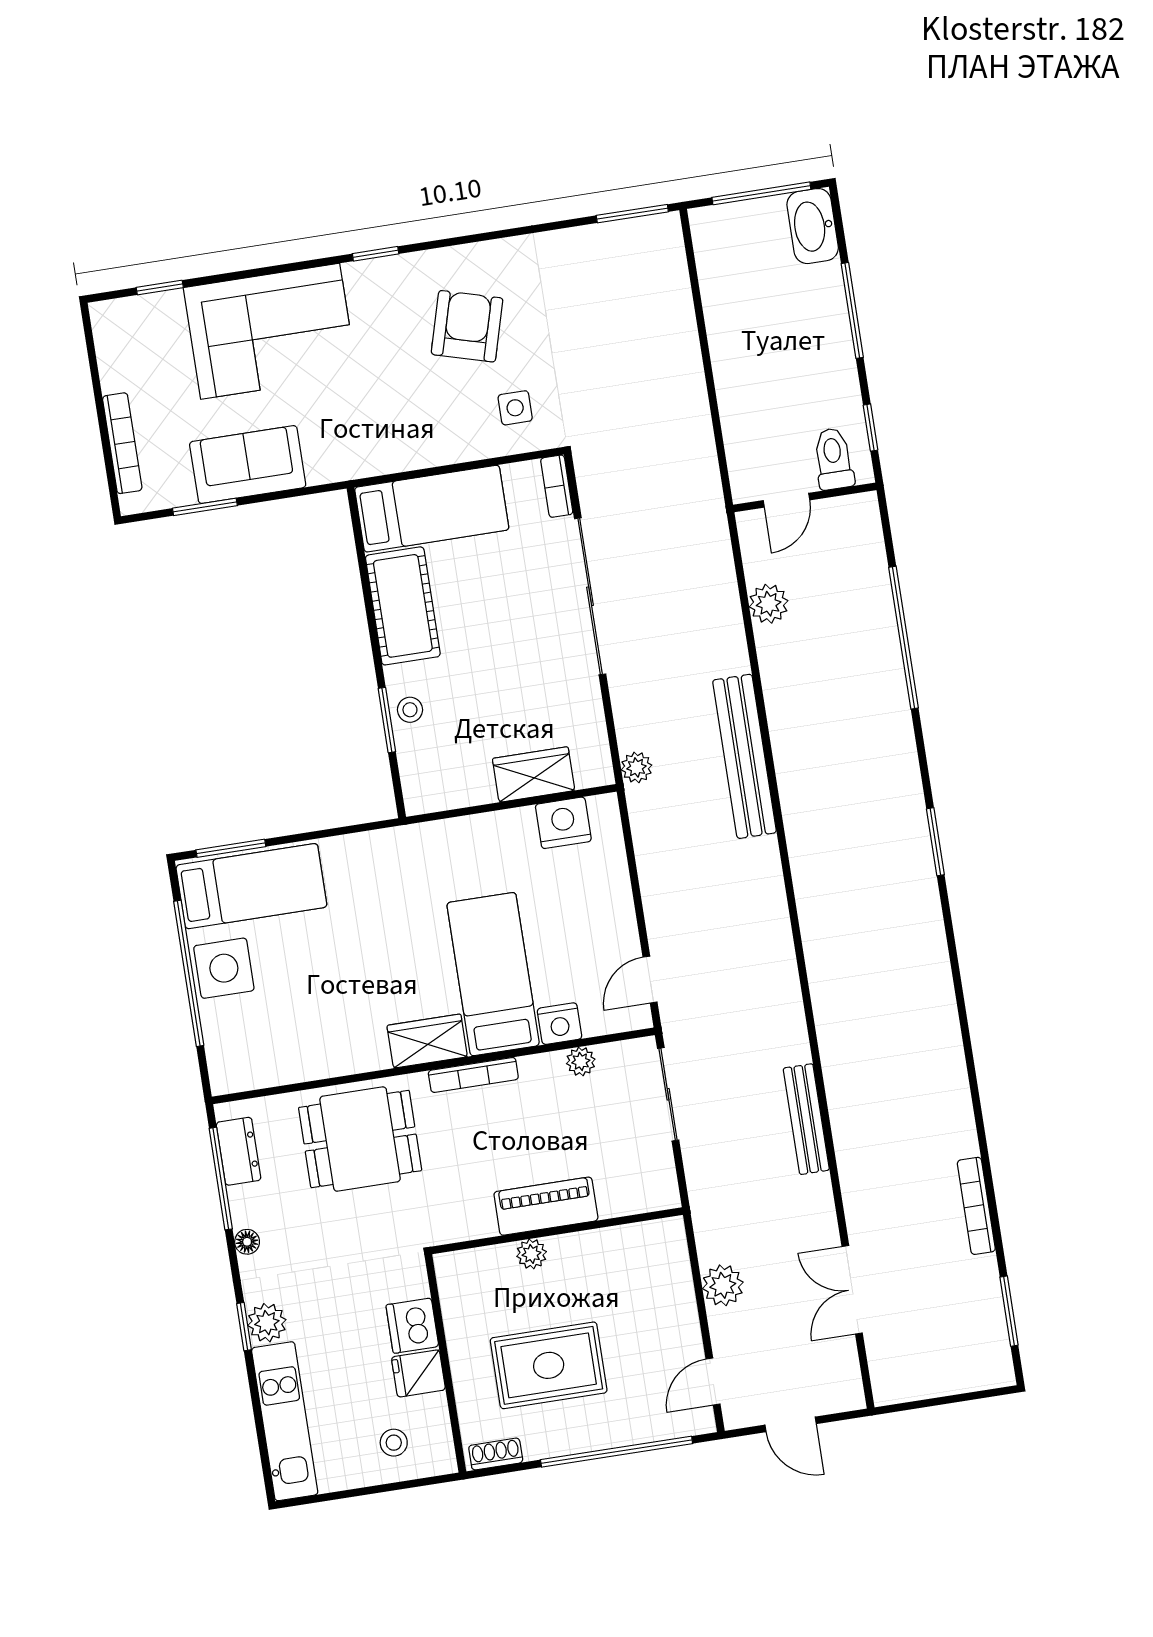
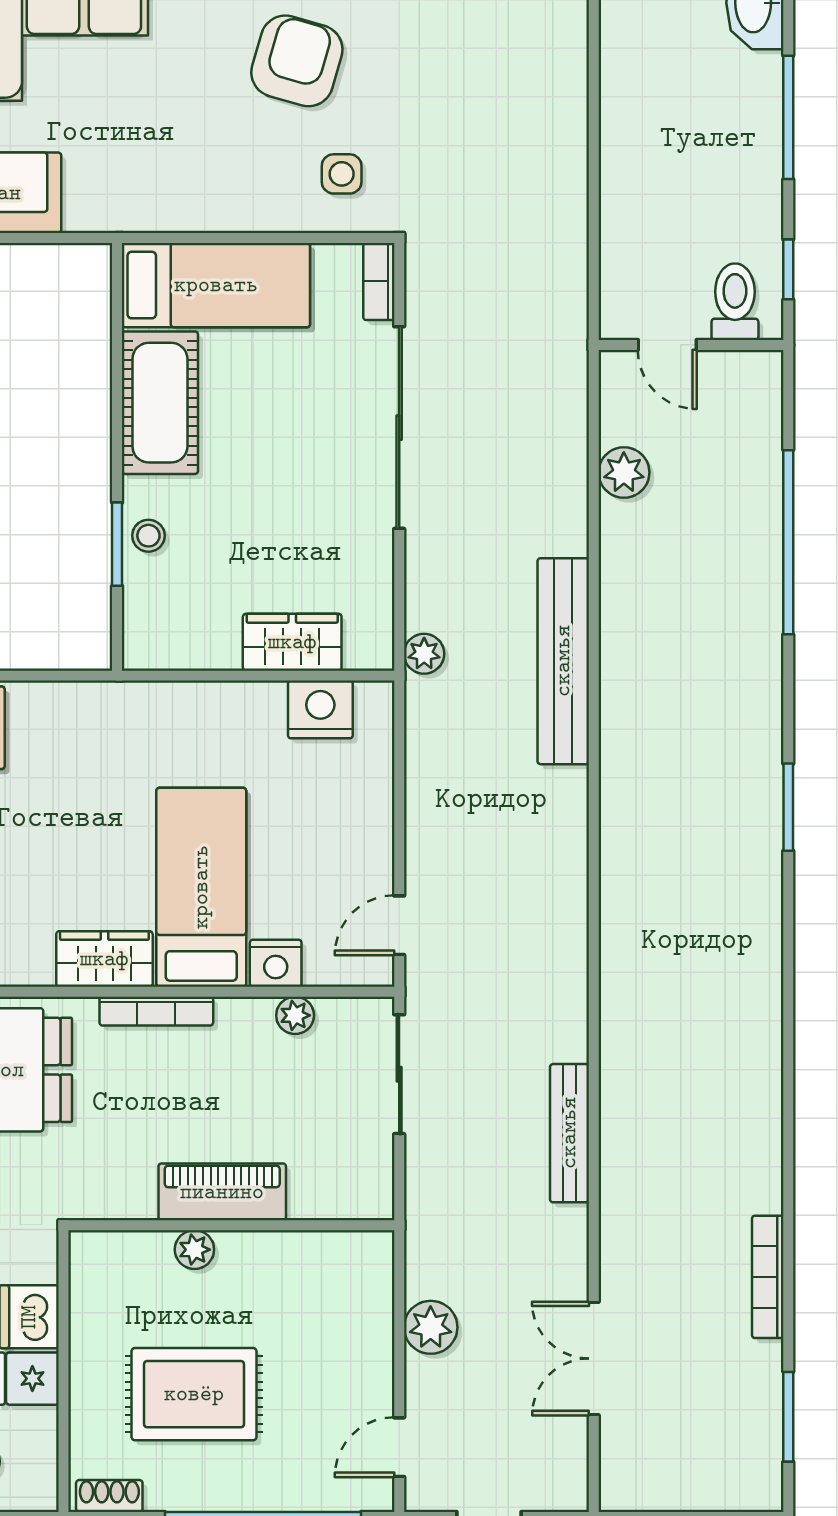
door: (787, 500) -> (667, 345), hinge flipped

